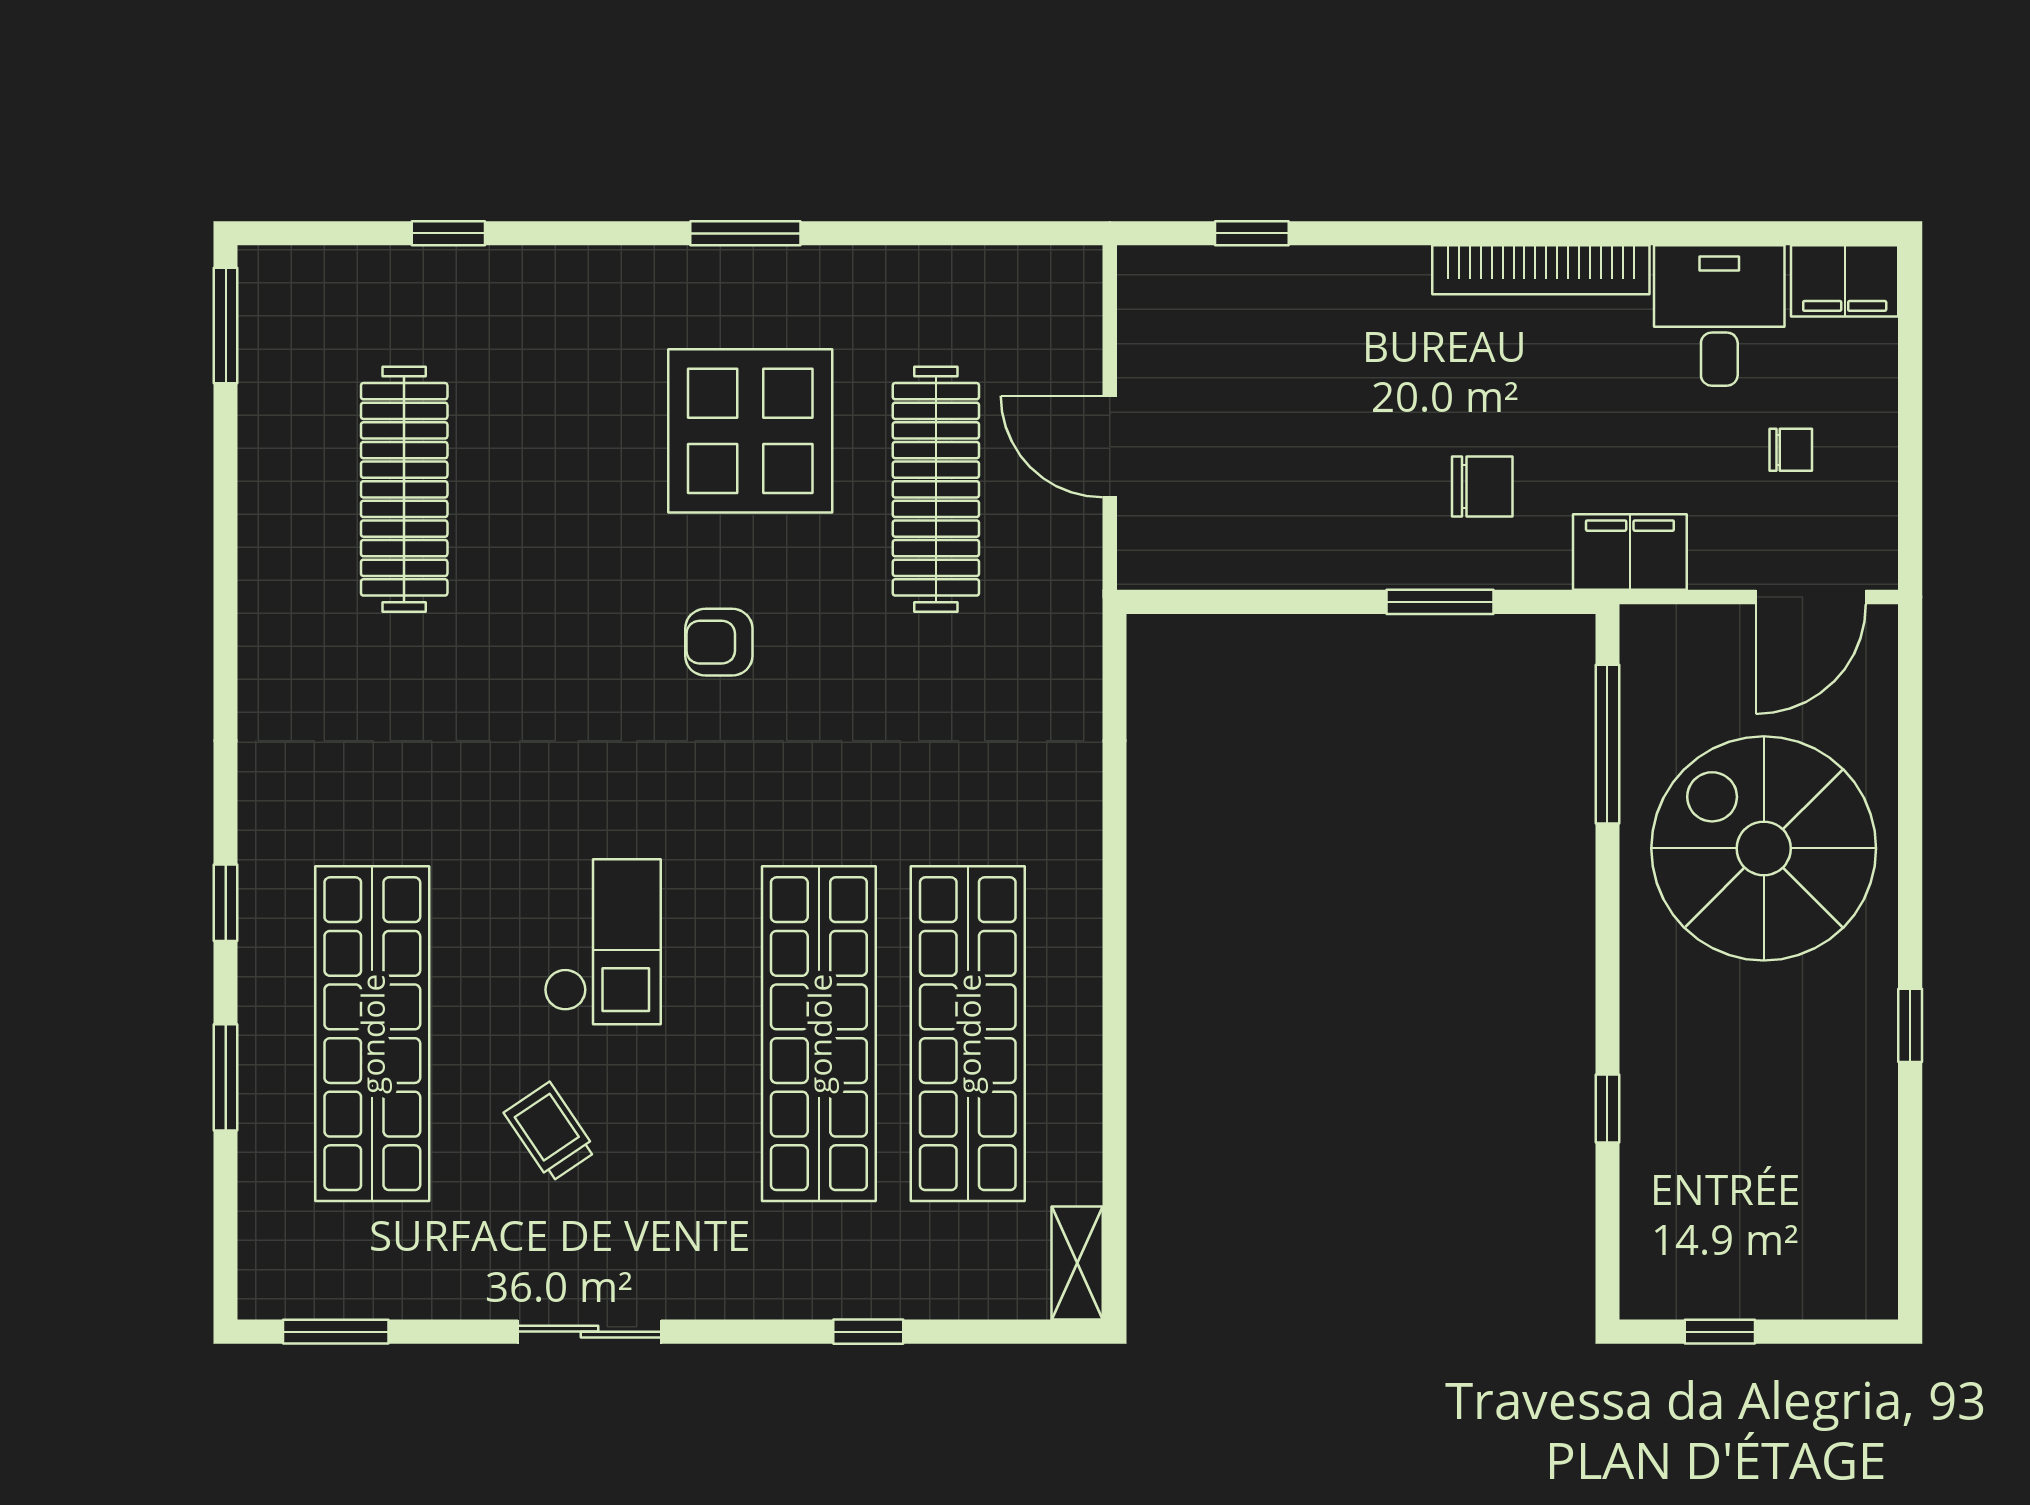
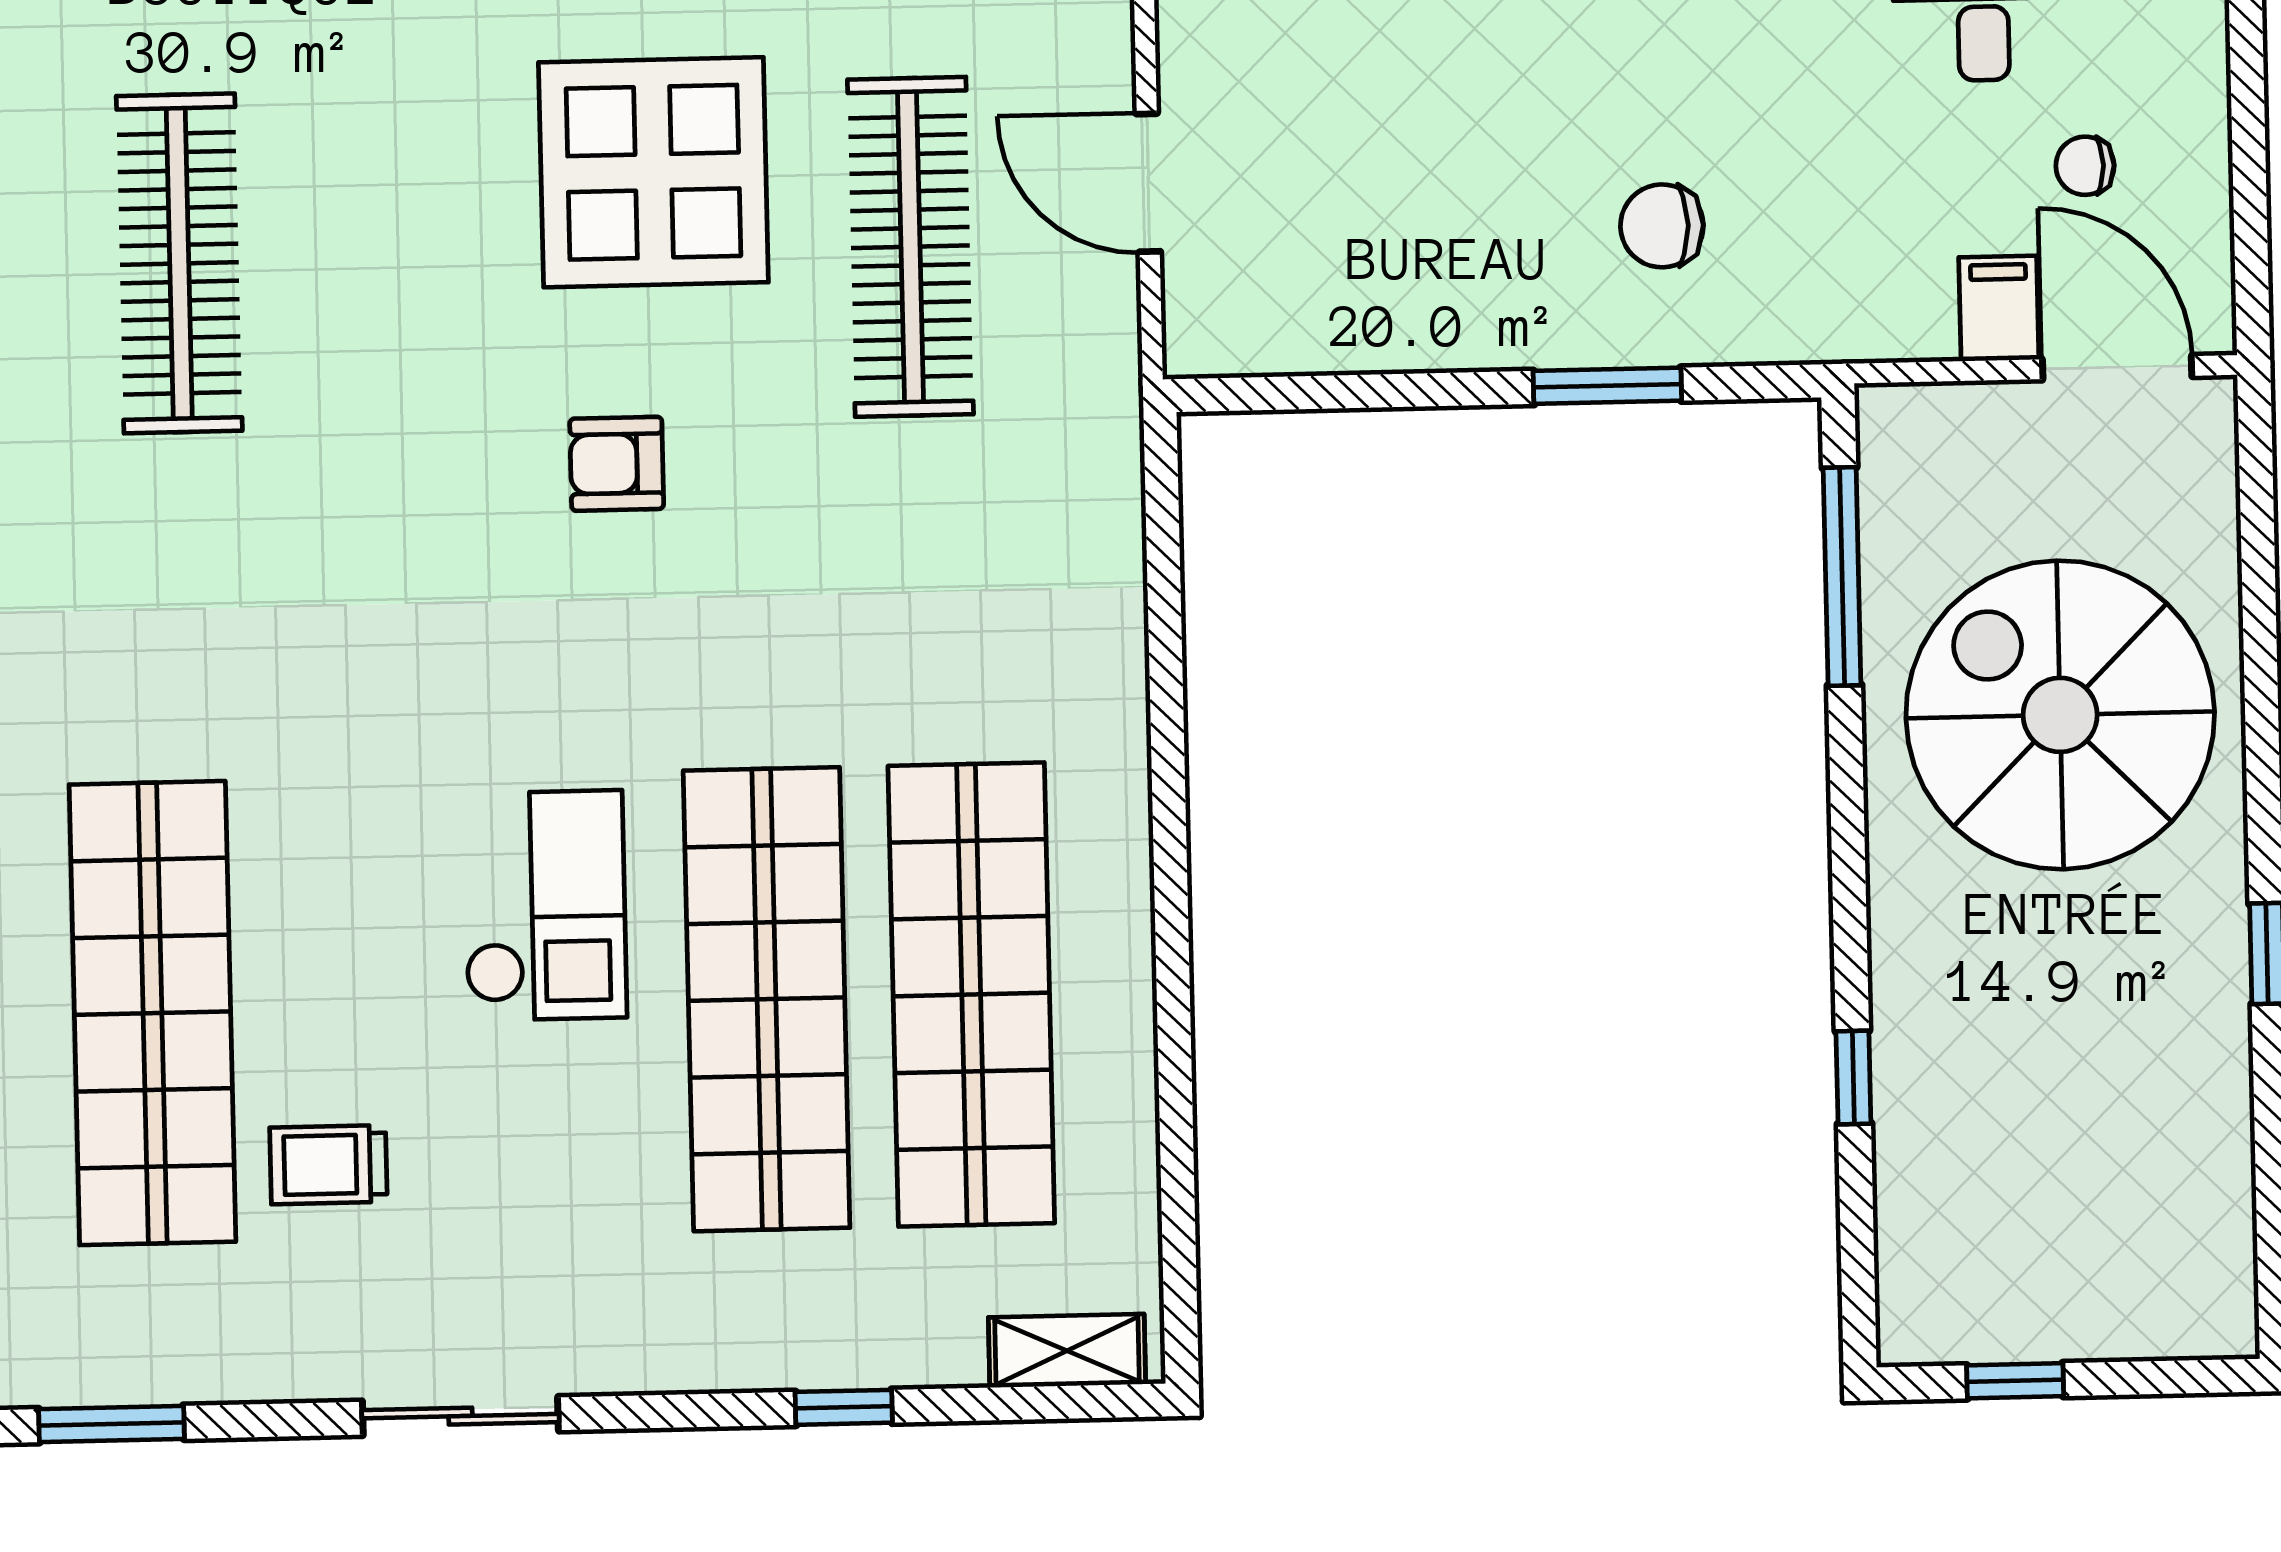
chair: (1791, 450) -> (2085, 166), turned 180
chair: (1482, 487) -> (1662, 226), turned 180
filing cabinet: (1630, 552) -> (1999, 308), moved, width x0.50
door: (1811, 597) -> (2117, 368), swing flipped
checkout: (603, 942) -> (545, 905), moved
trolley: (550, 1132) -> (328, 1165), moved, turned -56
shelving: (1077, 1263) -> (1067, 1351), moved, turned 90

